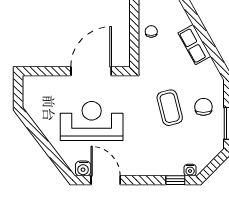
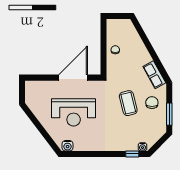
row of seats: (194, 45) -> (154, 75), moved
reception desk: (92, 121) -> (74, 112), turned 180
door: (106, 180) -> (83, 154), removed

